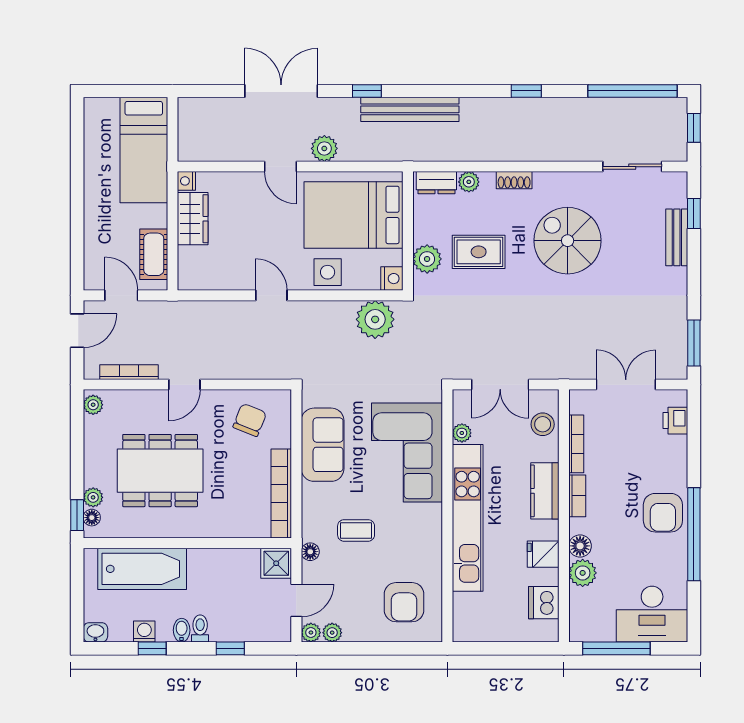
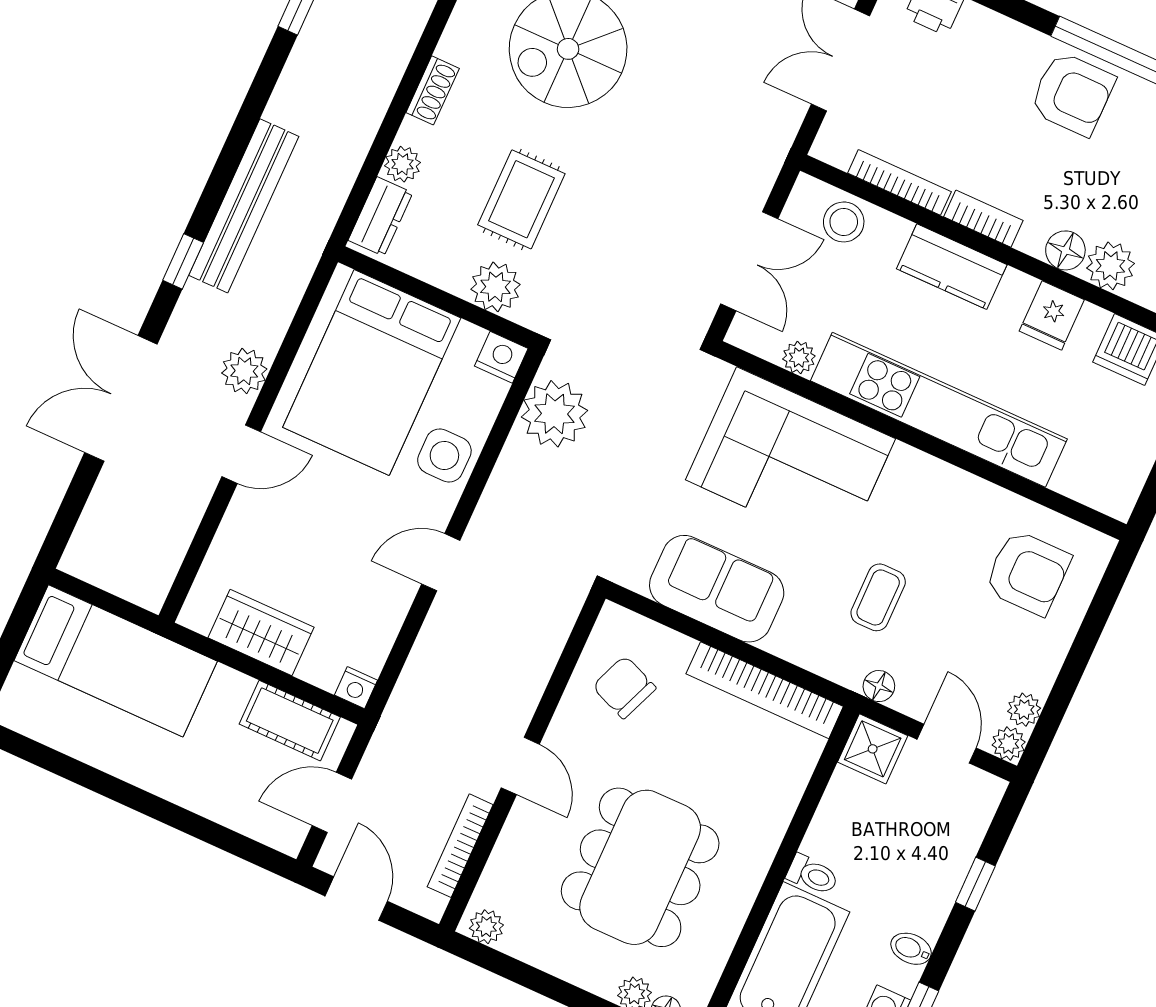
nightstand: (186, 181) -> (356, 688), moved
toilet: (200, 629) -> (812, 875), moved, turned 180

